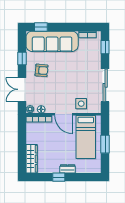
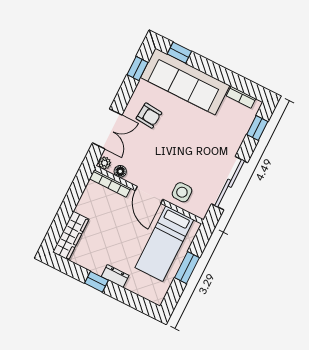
window: (22, 58) -> (138, 69), moved
double door: (22, 89) -> (107, 129), swing flipped

